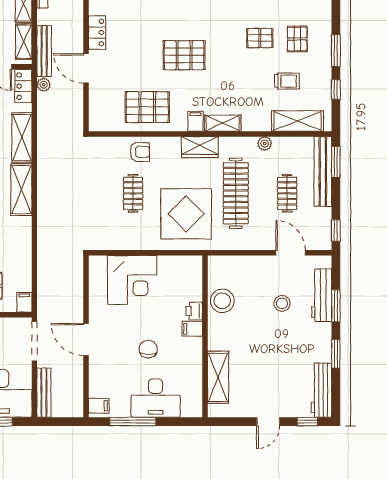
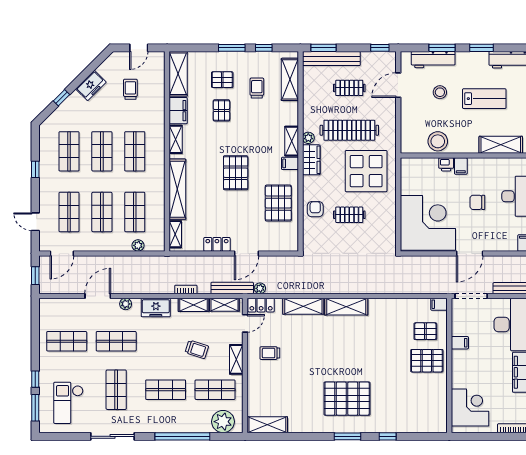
plant: (265, 144) -> (308, 138), moved
corner desk: (132, 280) -> (428, 223), width x1.36, depth x1.36
lab bench: (274, 357) -> (484, 99), added

